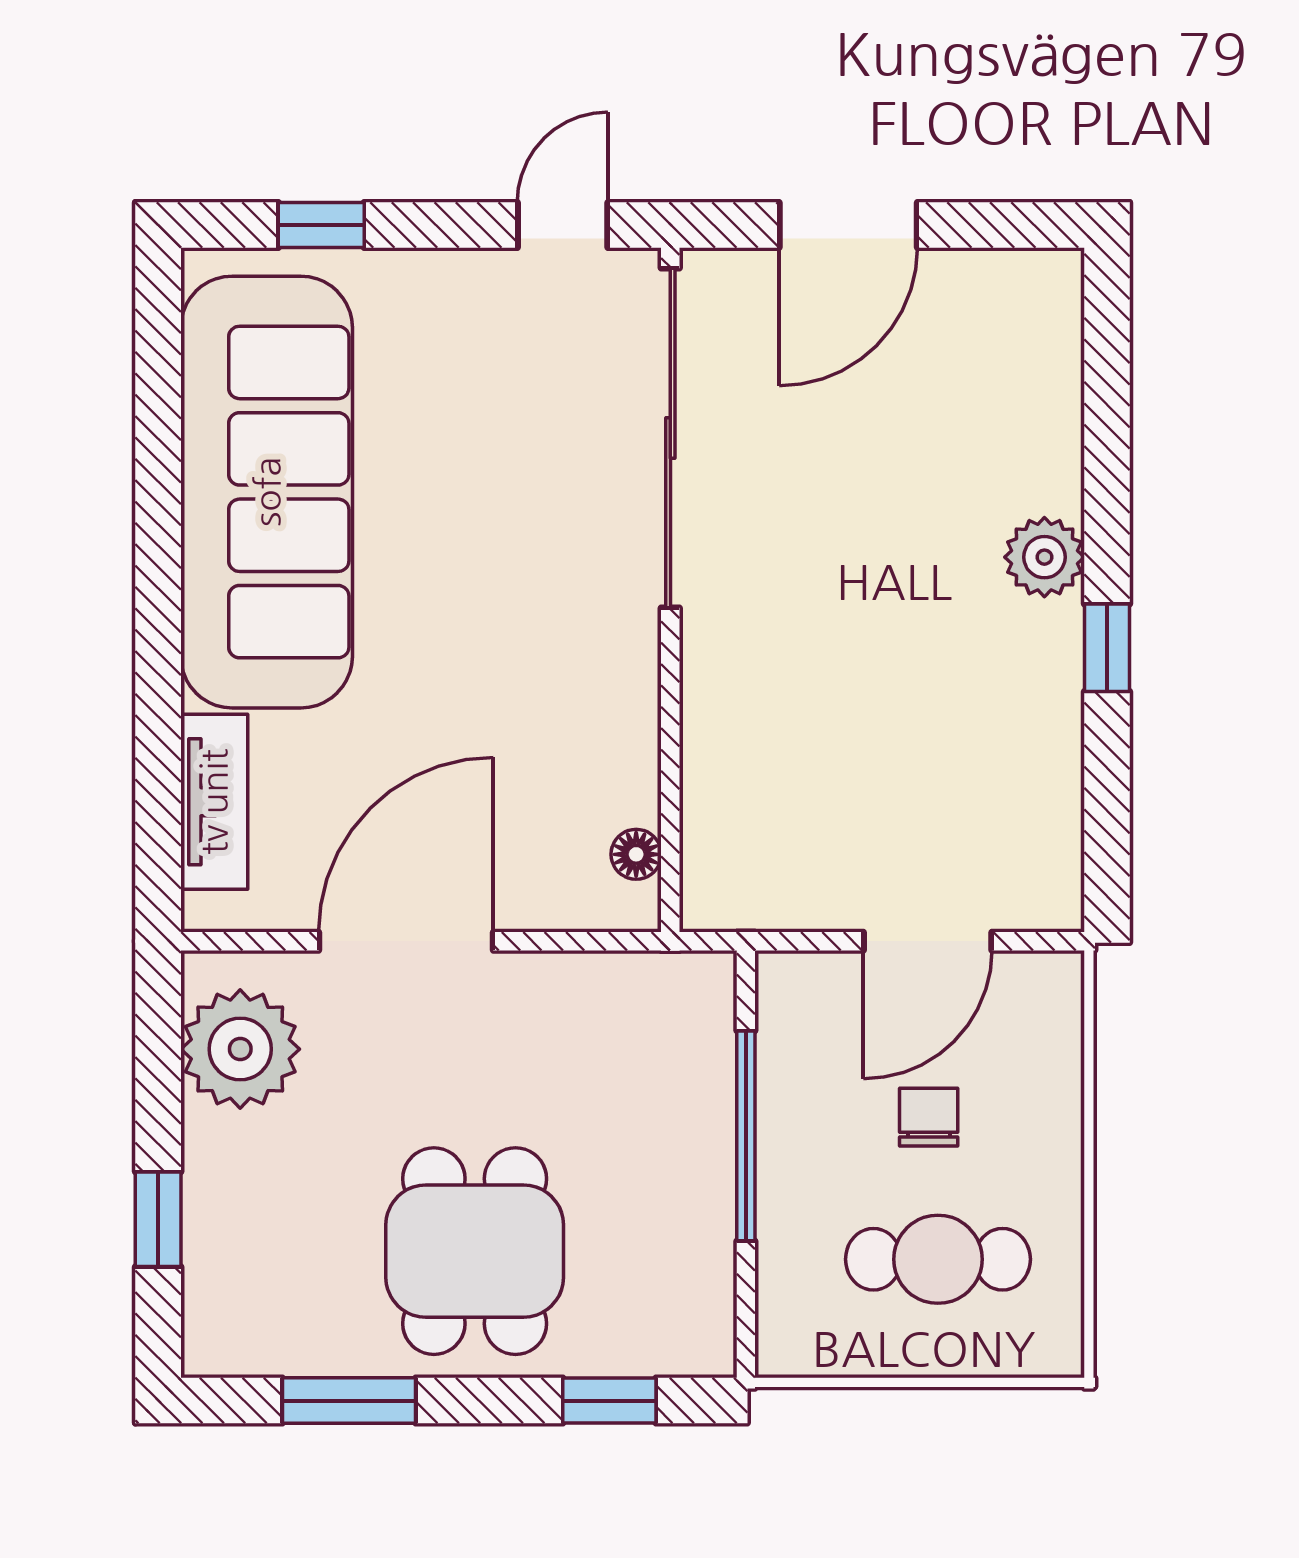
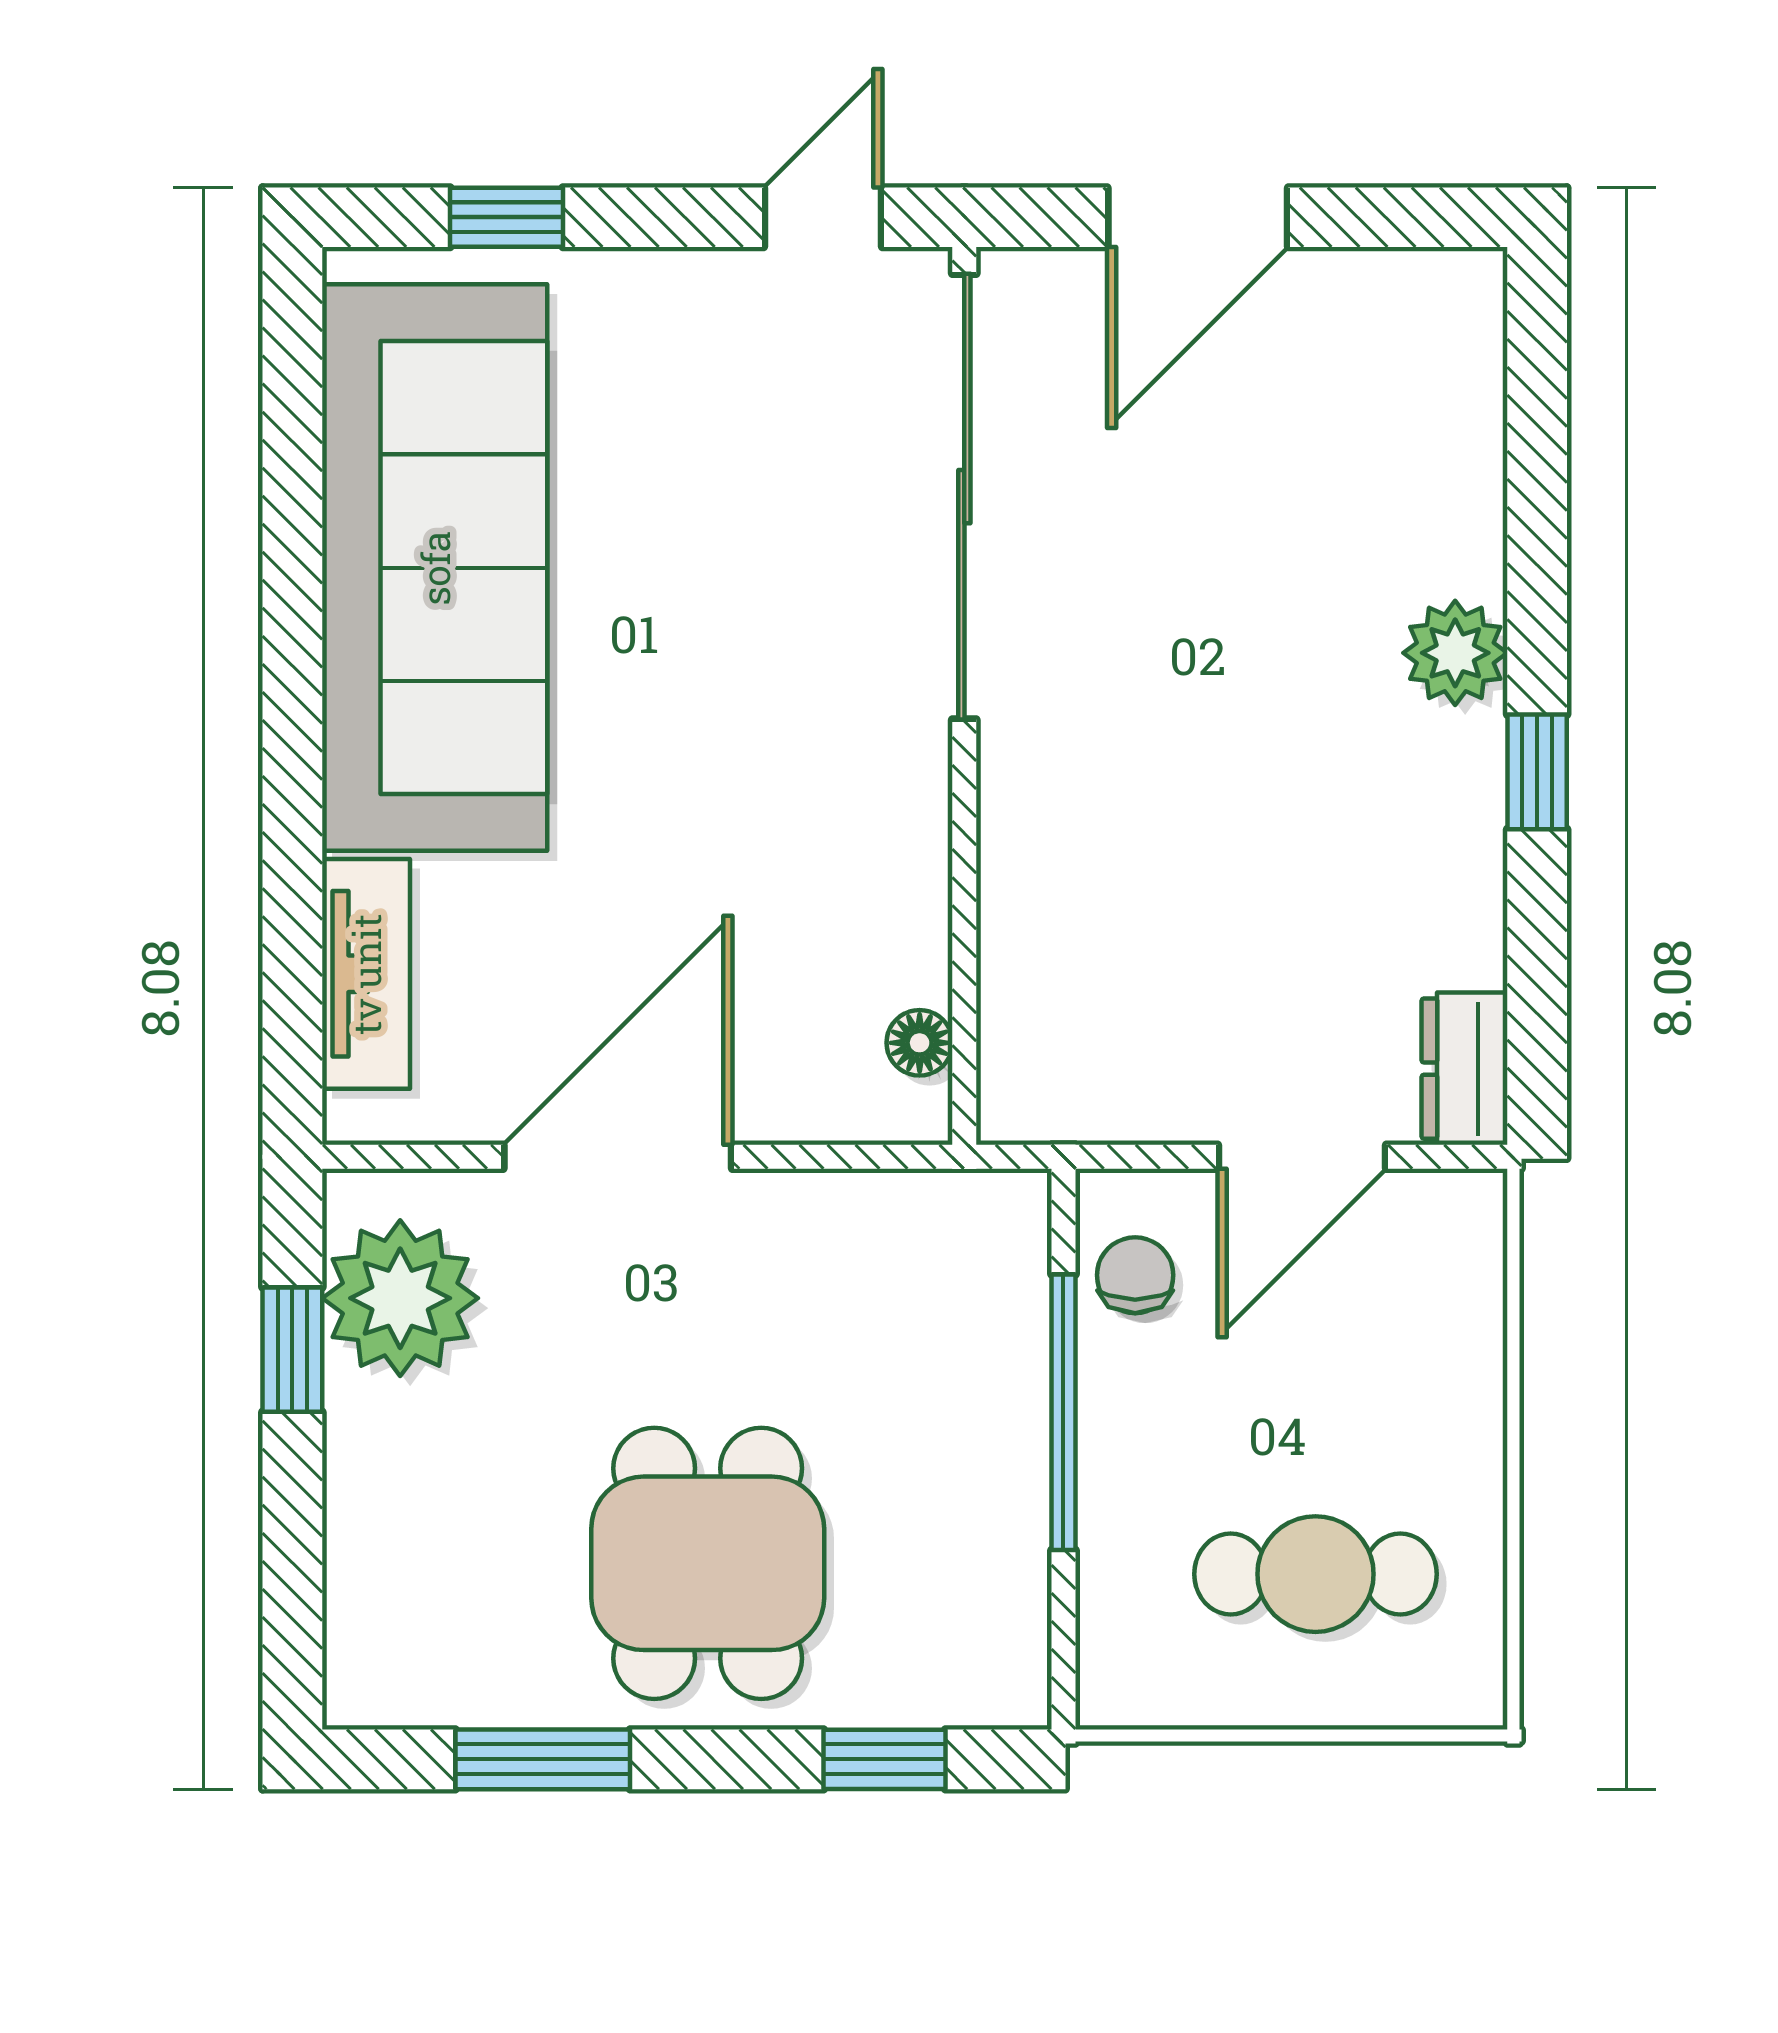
dresser: (1052, 874) -> (1465, 1069), added
chair: (929, 1117) -> (1135, 1275), moved
window: (158, 1219) -> (292, 1350), moved

